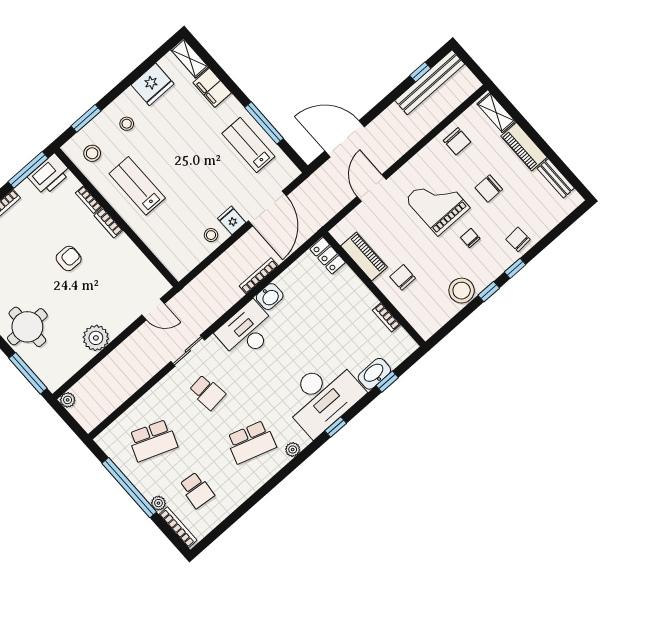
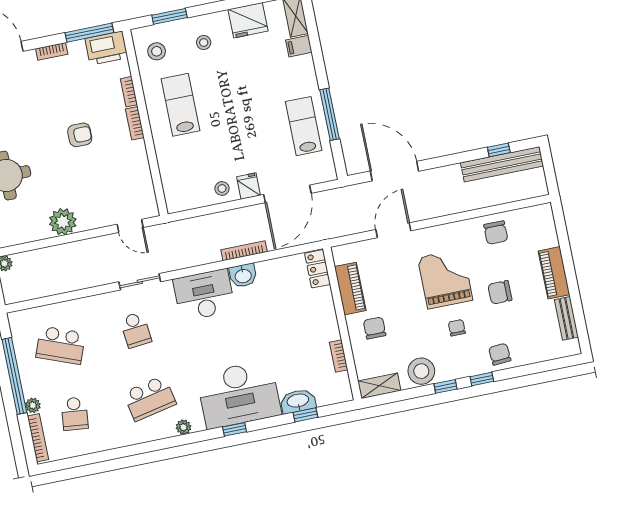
filing cabinet: (212, 88) -> (299, 46), width x0.50
shelving: (496, 112) -> (379, 386), moved, turned 90
school desk: (251, 442) -> (150, 398), turned -30

